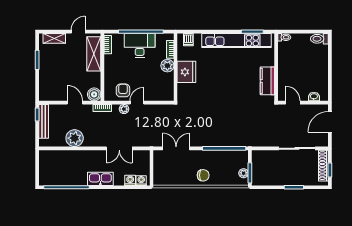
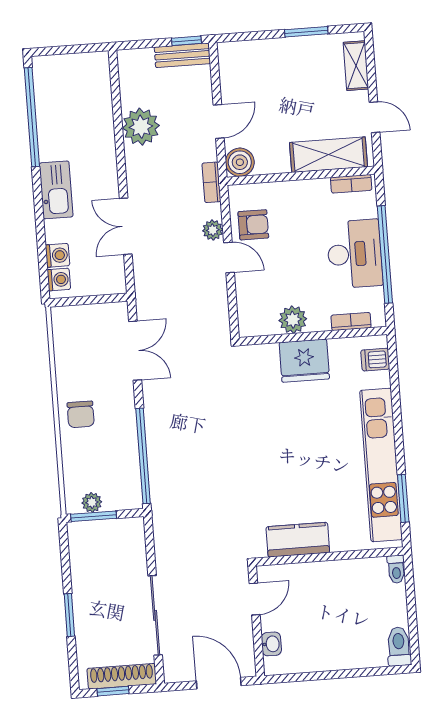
plant: (167, 66) -> (293, 320), moved
bench: (44, 121) -> (182, 55), width x0.73

